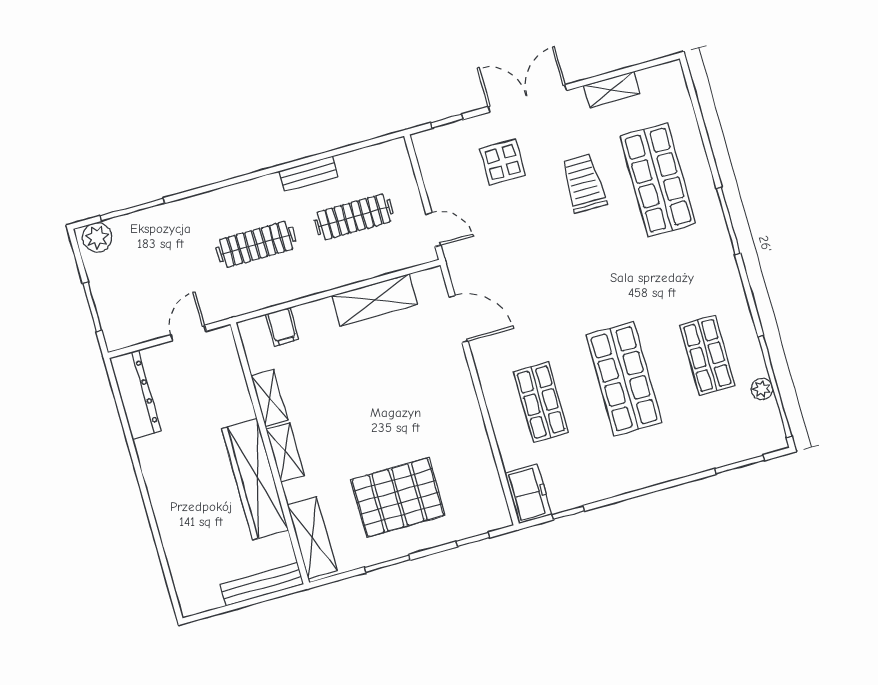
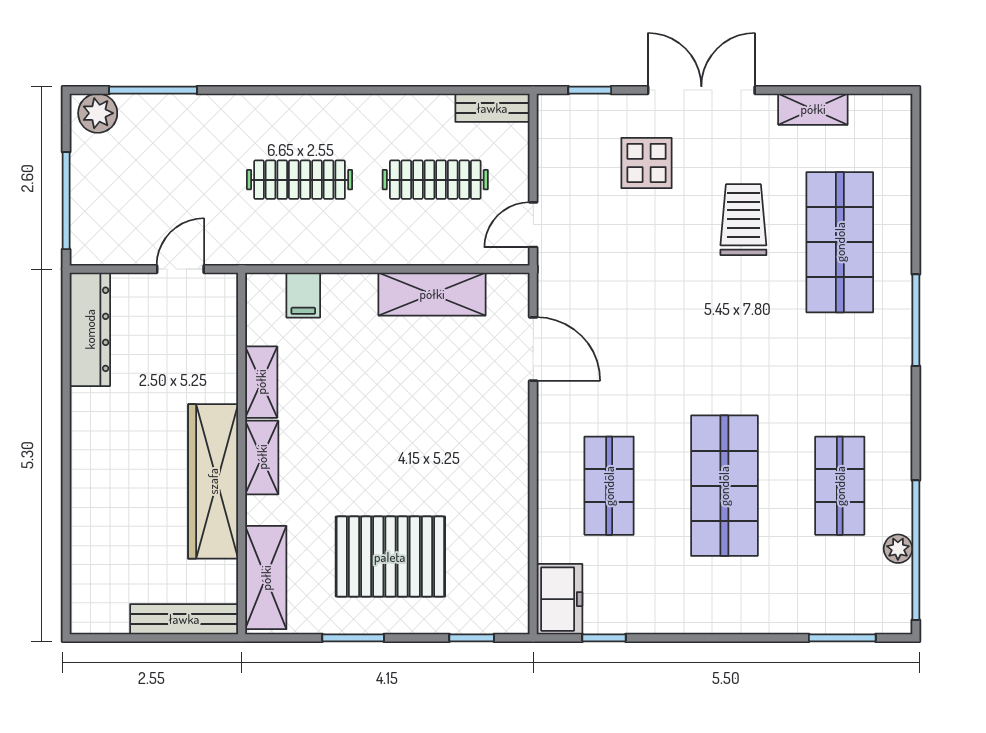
bench: (308, 174) -> (492, 108), moved
door: (433, 230) -> (533, 225), swing flipped
window: (92, 307) -> (66, 201), width x1.44

